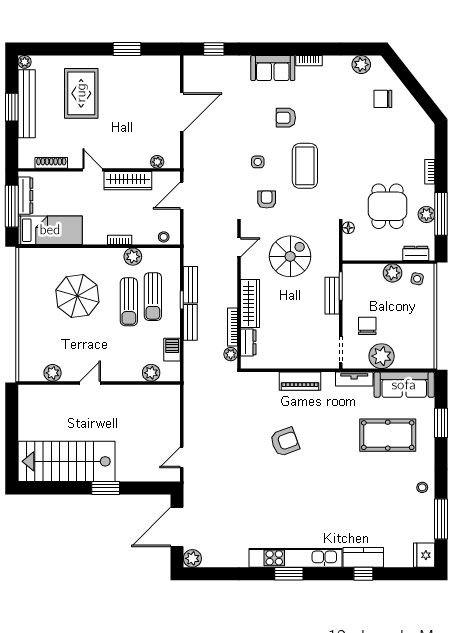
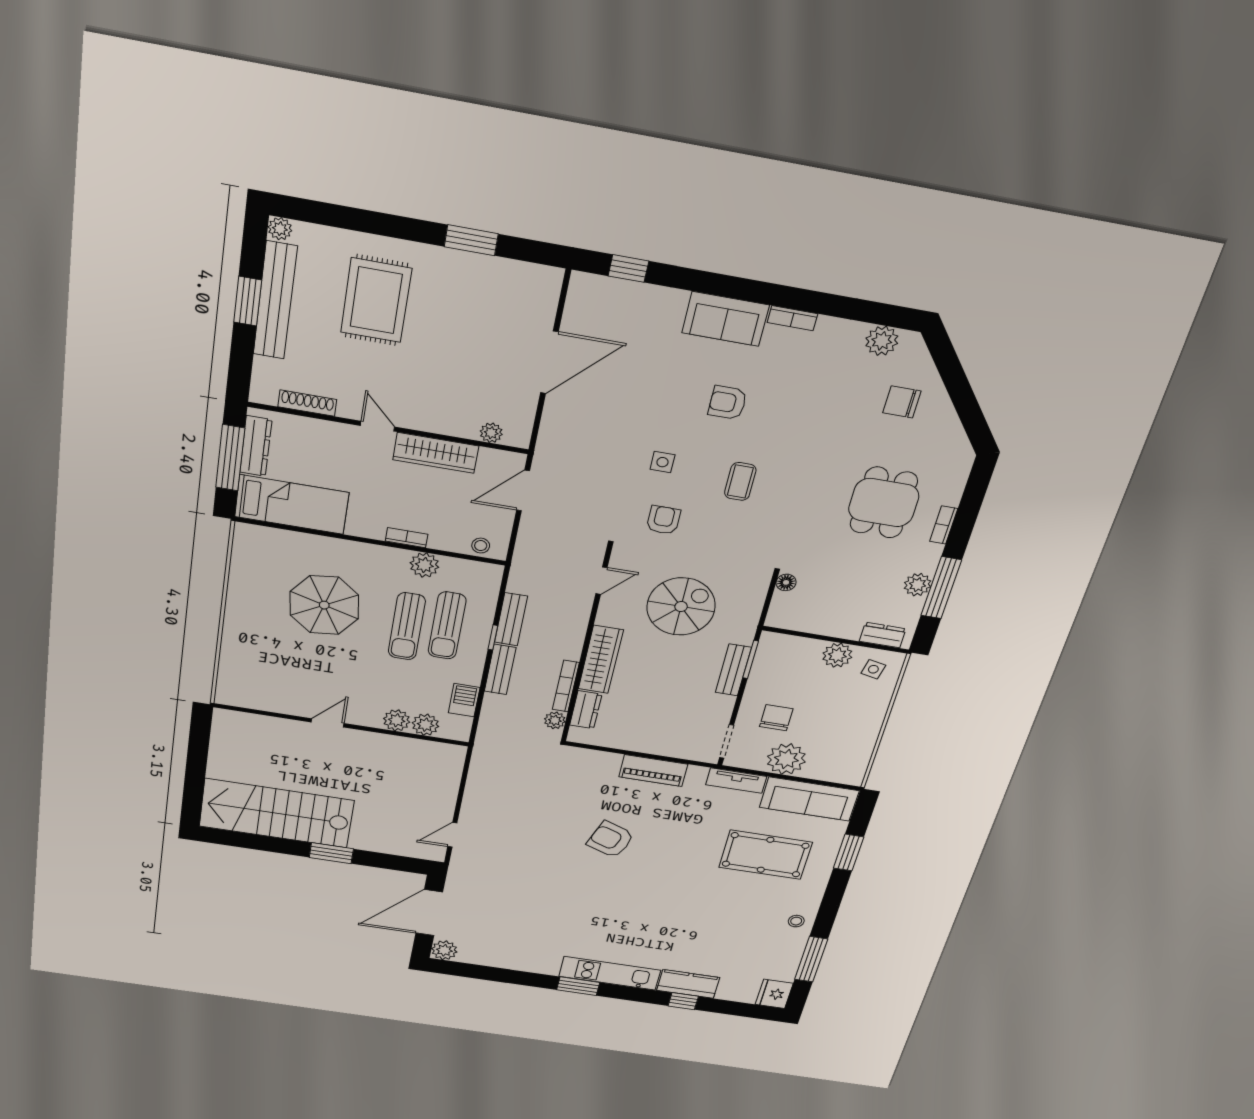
coffee table: (305, 166) -> (740, 481), width x0.54, depth x0.58
dining table: (388, 206) -> (884, 503), moved
plant: (53, 373) -> (397, 720), moved
armchair: (285, 442) -> (611, 839), turned -140
kitchen unit: (296, 558) -> (610, 973), width x0.73

